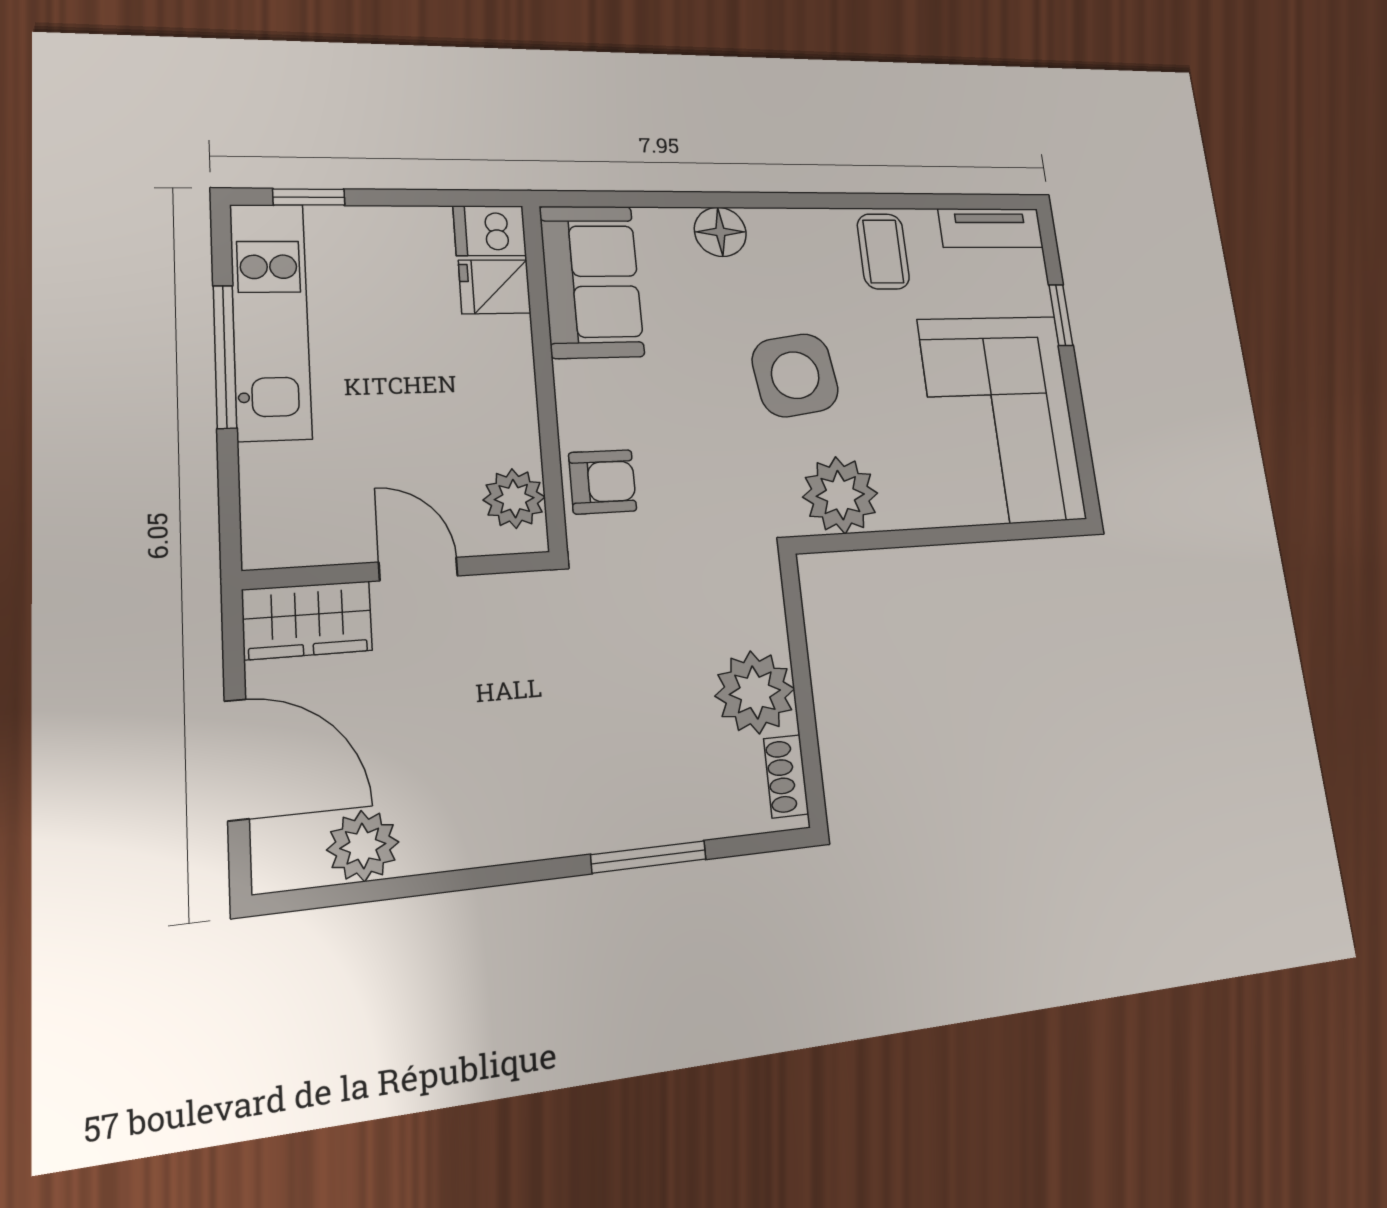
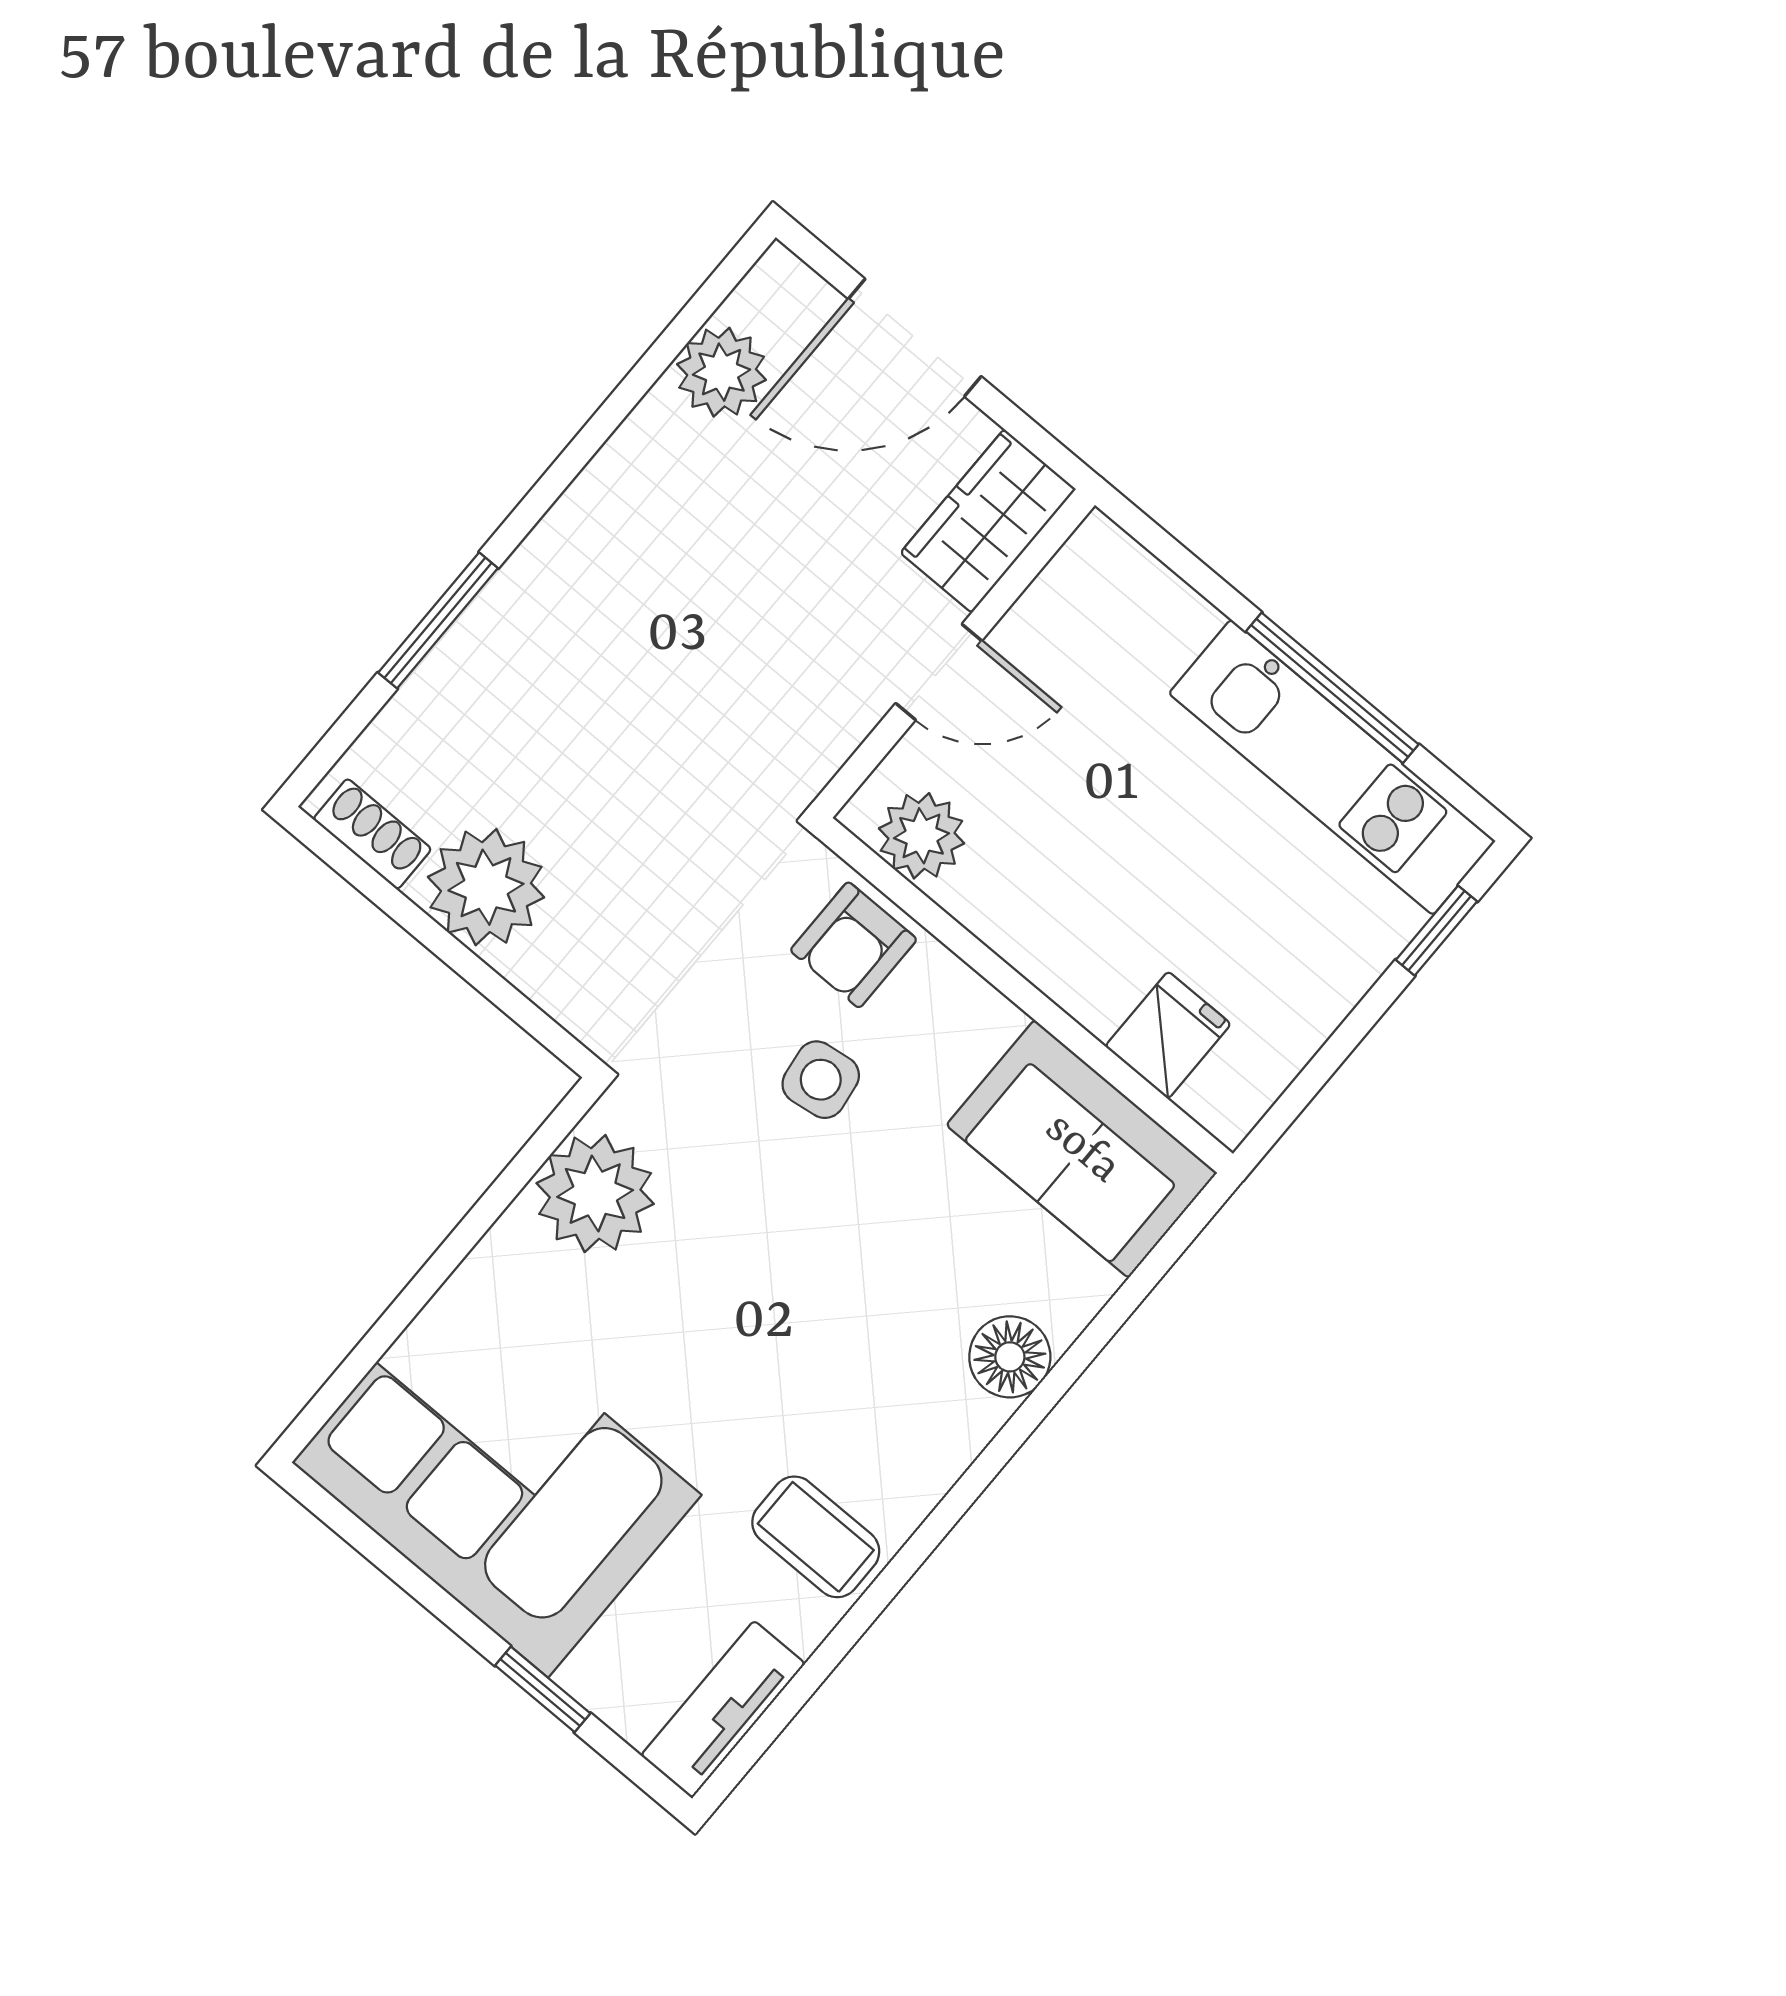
dishwasher: (490, 231) -> (1235, 1090), removed
side table: (795, 375) -> (821, 1080), moved, width x0.54, depth x0.54

